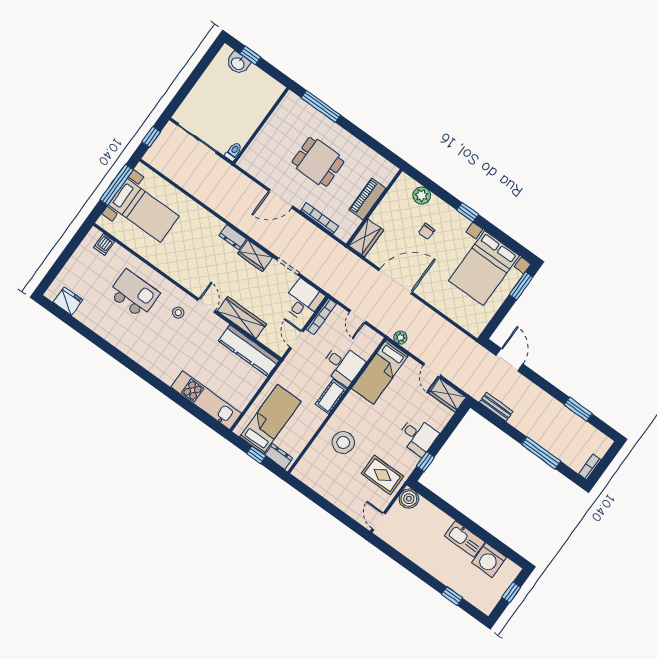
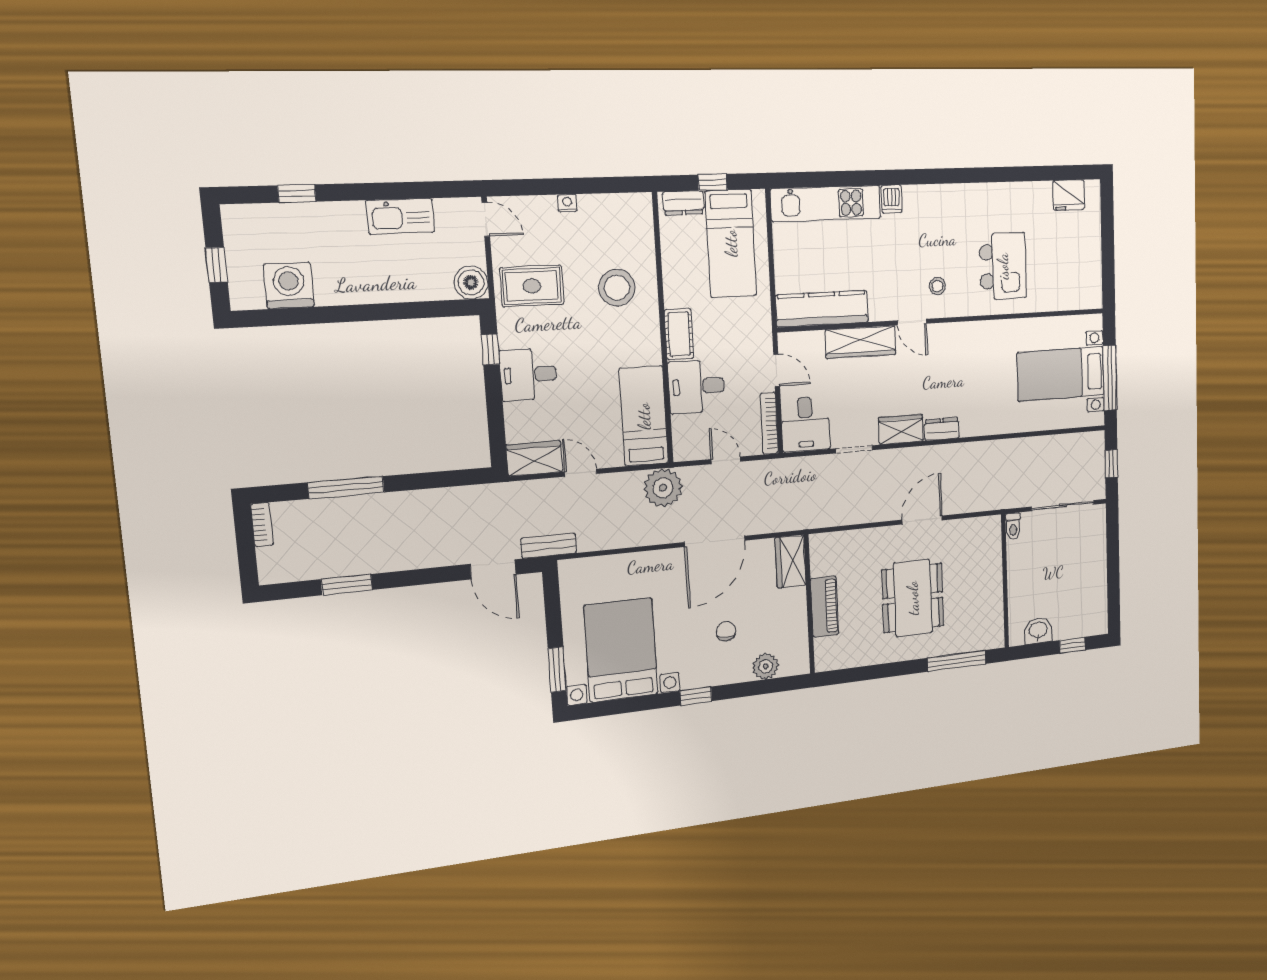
washbasin: (238, 63) -> (1038, 631), moved
dining table: (318, 162) -> (913, 598), width x1.38
bookcase: (319, 218) -> (862, 536), removed
dishwasher: (104, 244) -> (892, 199), moved, turned 180
kitchen island: (134, 294) -> (1003, 266), turned -90
plant: (400, 338) -> (663, 488), width x1.88, depth x1.88
bench: (496, 407) -> (549, 546), moved
nightstand: (335, 499) -> (567, 203), added
kitchen sink: (465, 539) -> (400, 216), moved, turned 180

